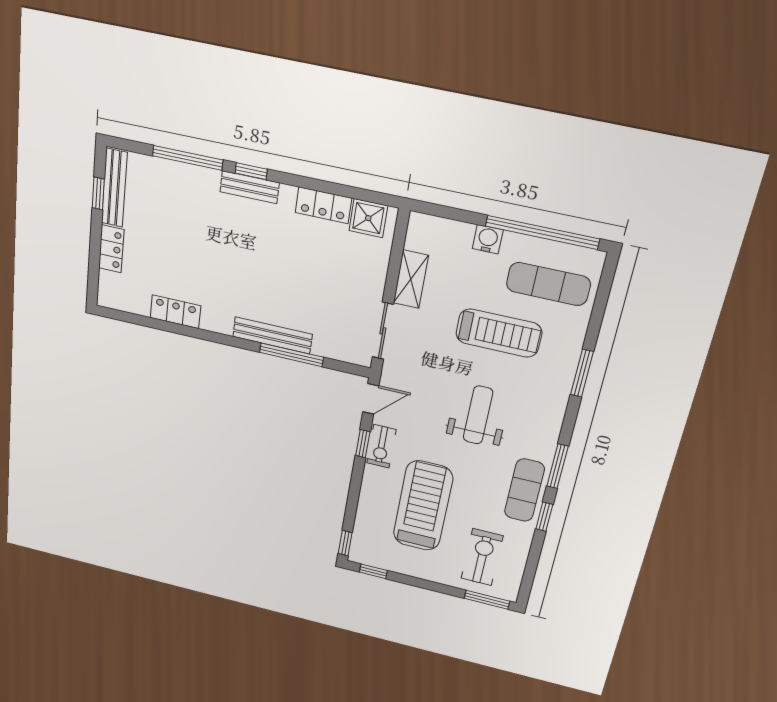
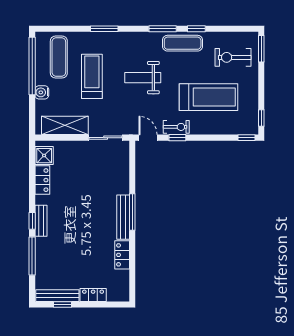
shelving: (411, 279) -> (65, 125), width x1.50, depth x1.33
bench: (272, 335) -> (123, 217), moved
window: (291, 355) -> (132, 212), moved
treadmill: (423, 506) -> (208, 97), turned 180

